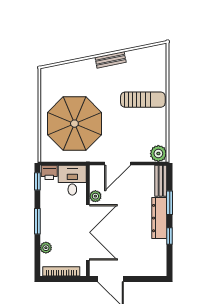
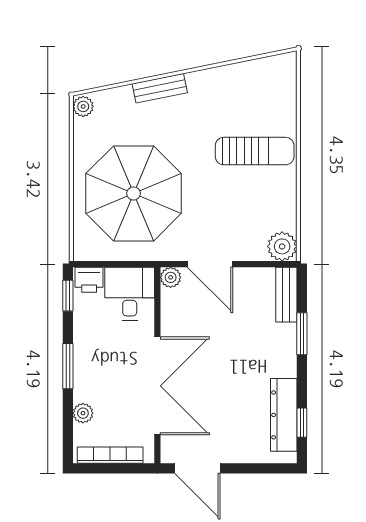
bench: (111, 60) -> (160, 88), moved
plant: (46, 74) -> (83, 106), added
door: (118, 163) -> (210, 264), hinge flipped
plant: (95, 196) -> (171, 277), moved
dresser: (159, 218) -> (284, 415), moved
window: (170, 236) -> (302, 423), moved

